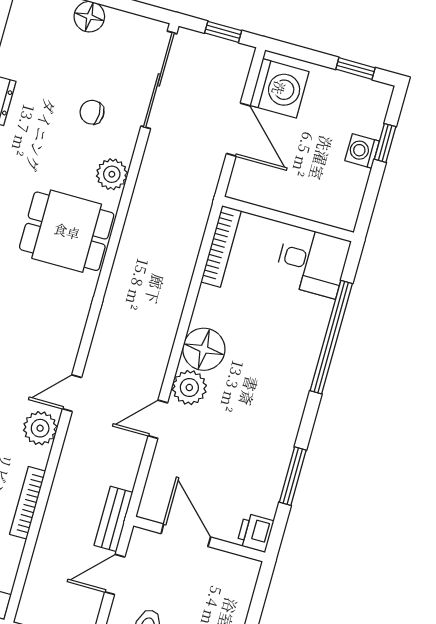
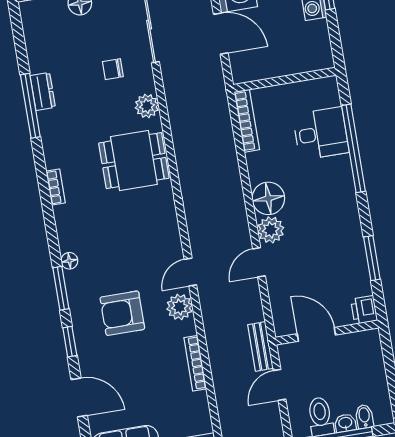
desk: (312, 262) -> (321, 134), moved

